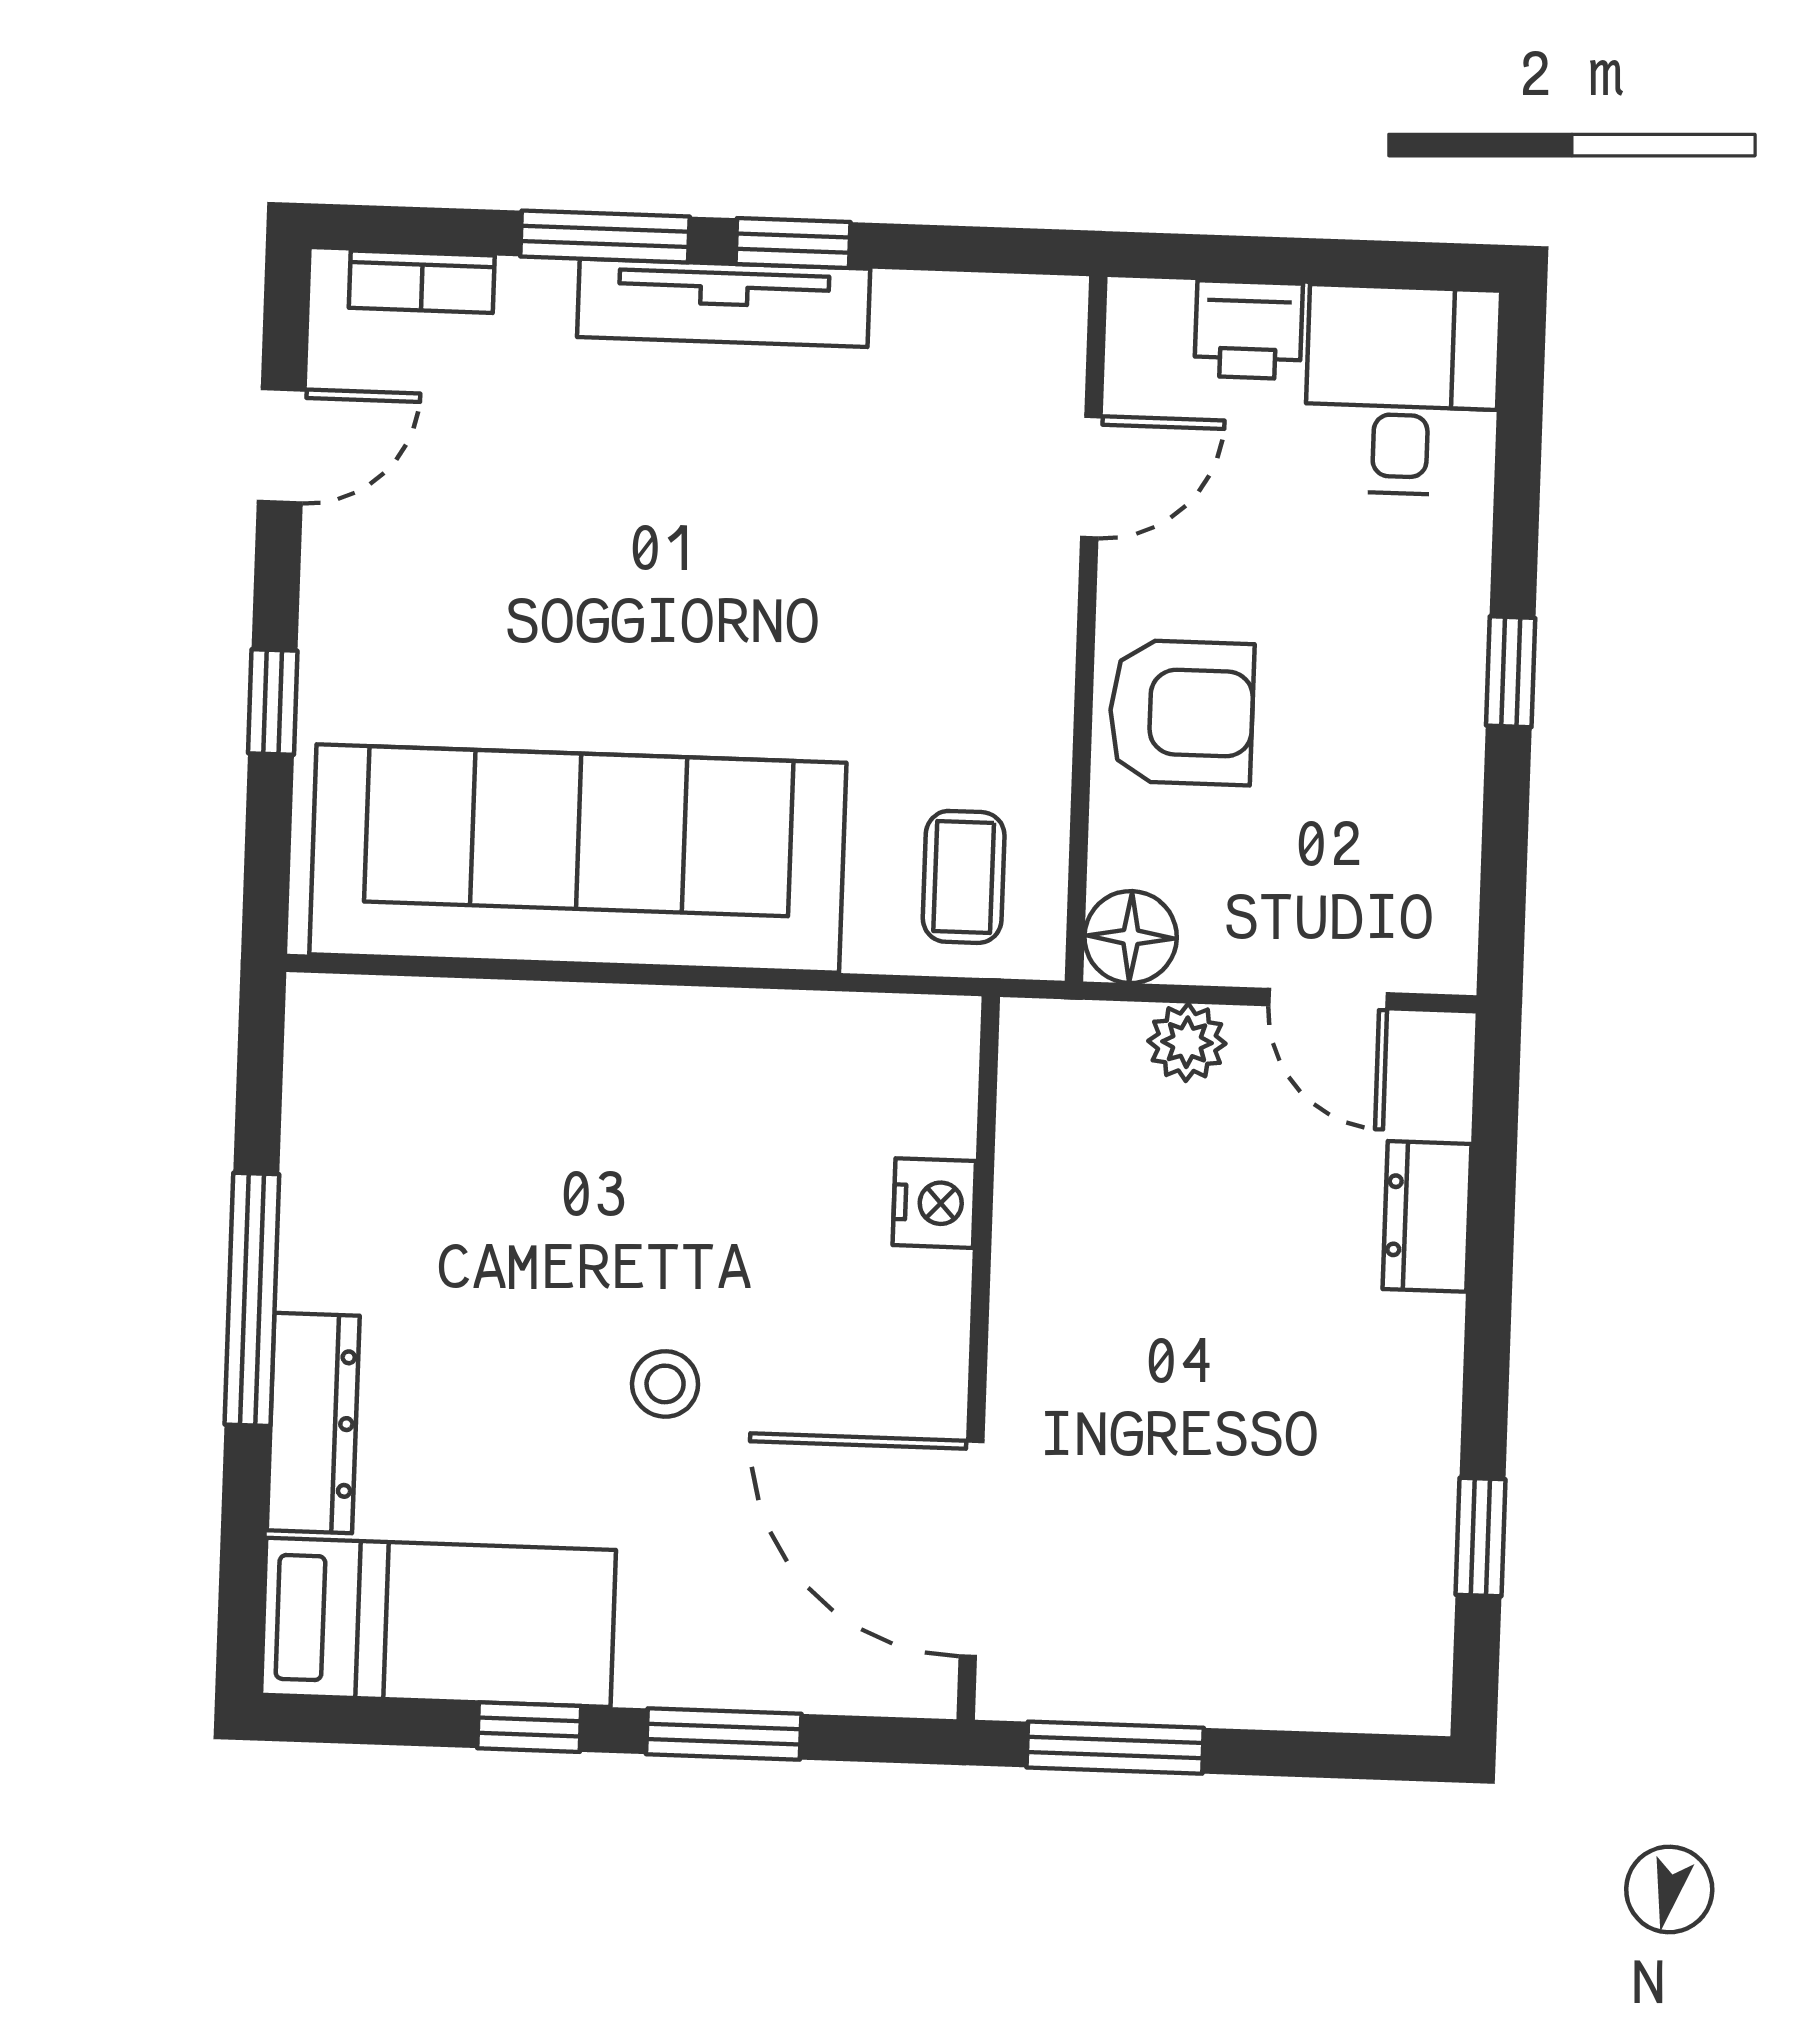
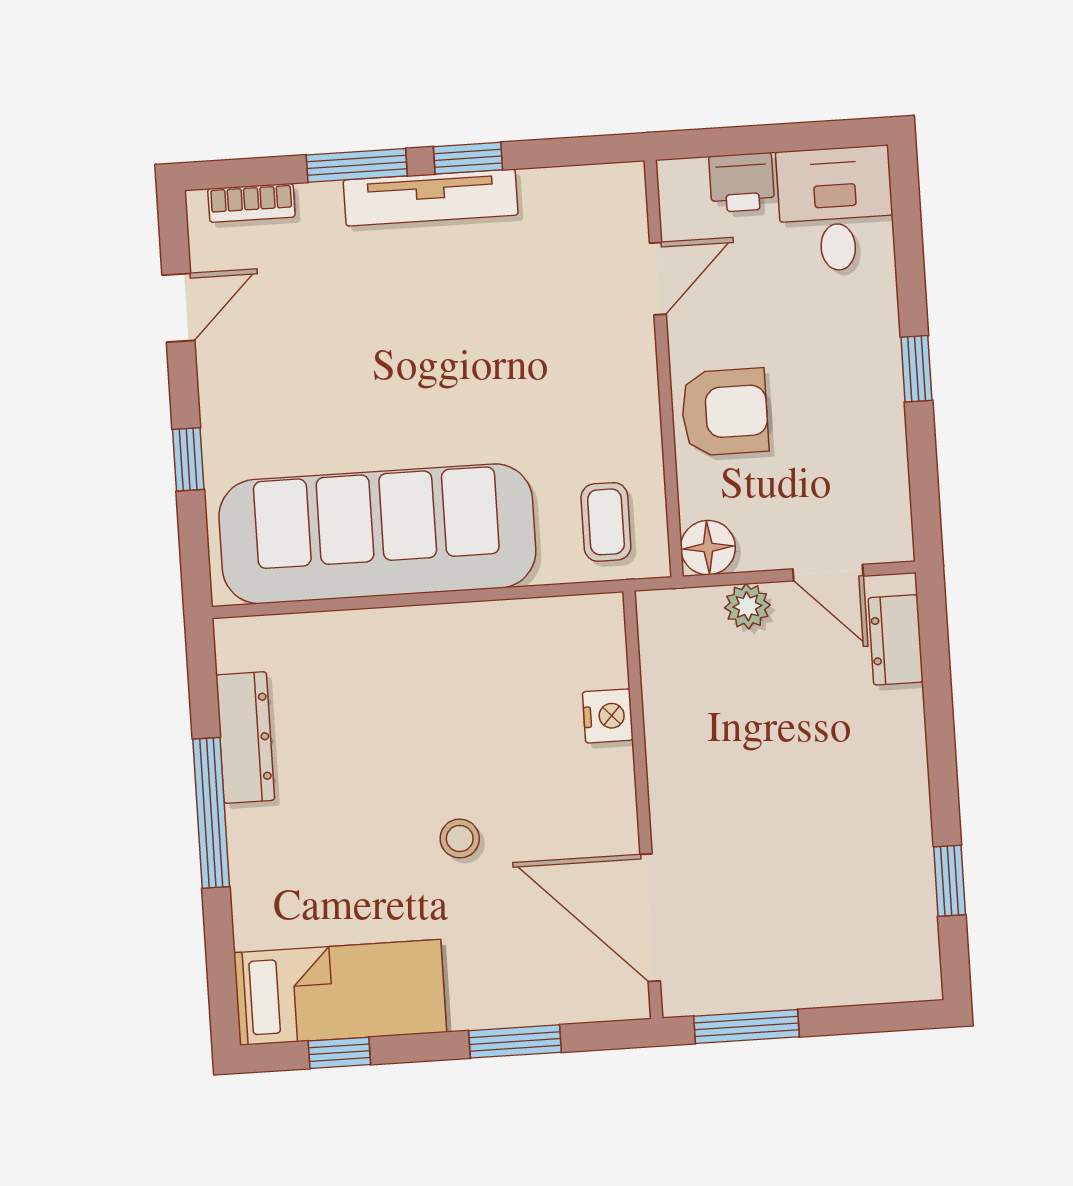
dresser: (1427, 1216) -> (896, 640), moved
dresser: (313, 1423) -> (245, 738), moved
window: (529, 1727) -> (339, 1053), moved

